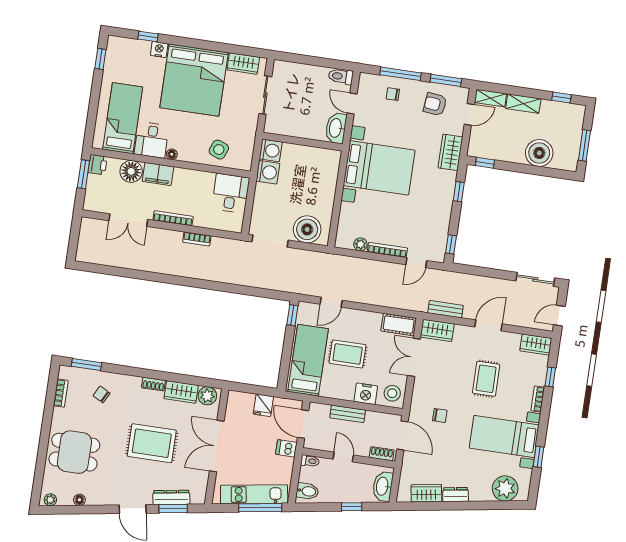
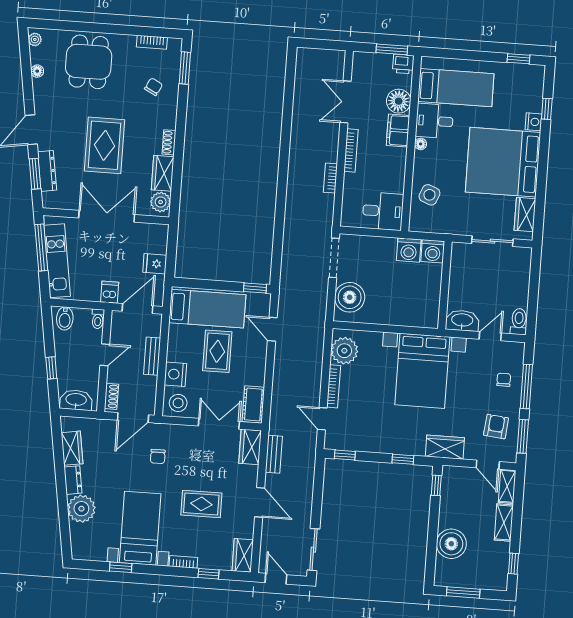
plant: (360, 244) -> (344, 351), width x1.87, depth x1.87
plant: (505, 488) -> (81, 509), moved
window: (260, 508) -> (41, 248), moved

